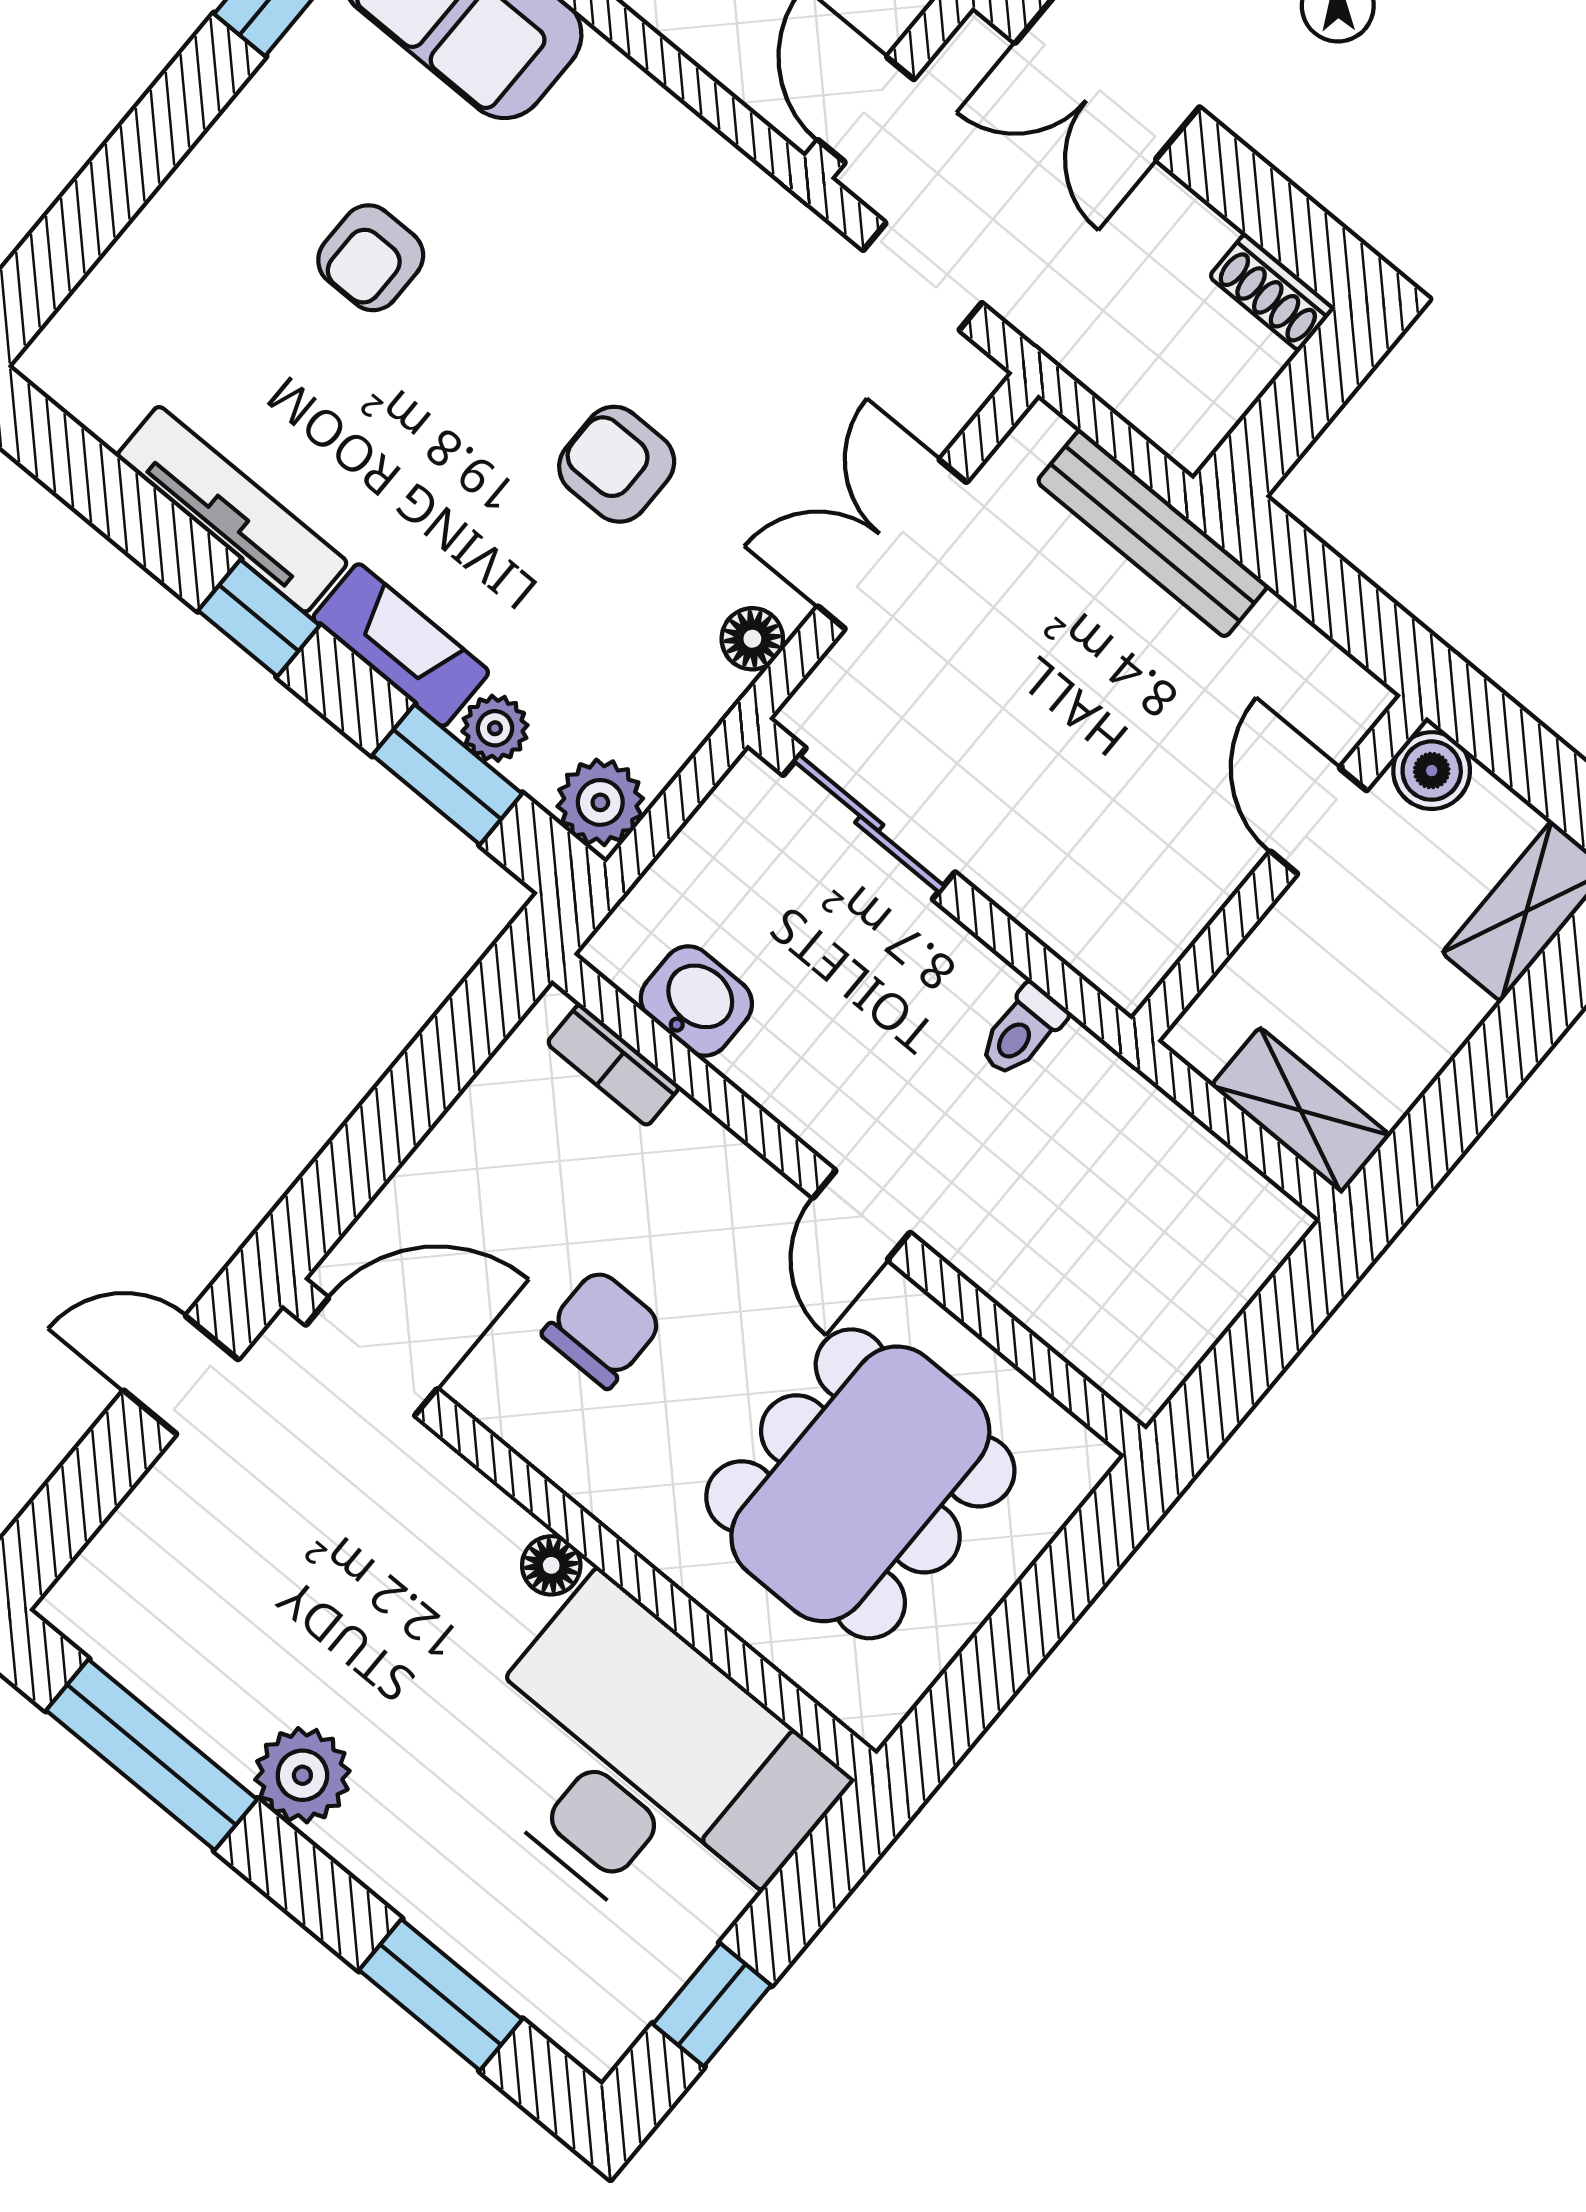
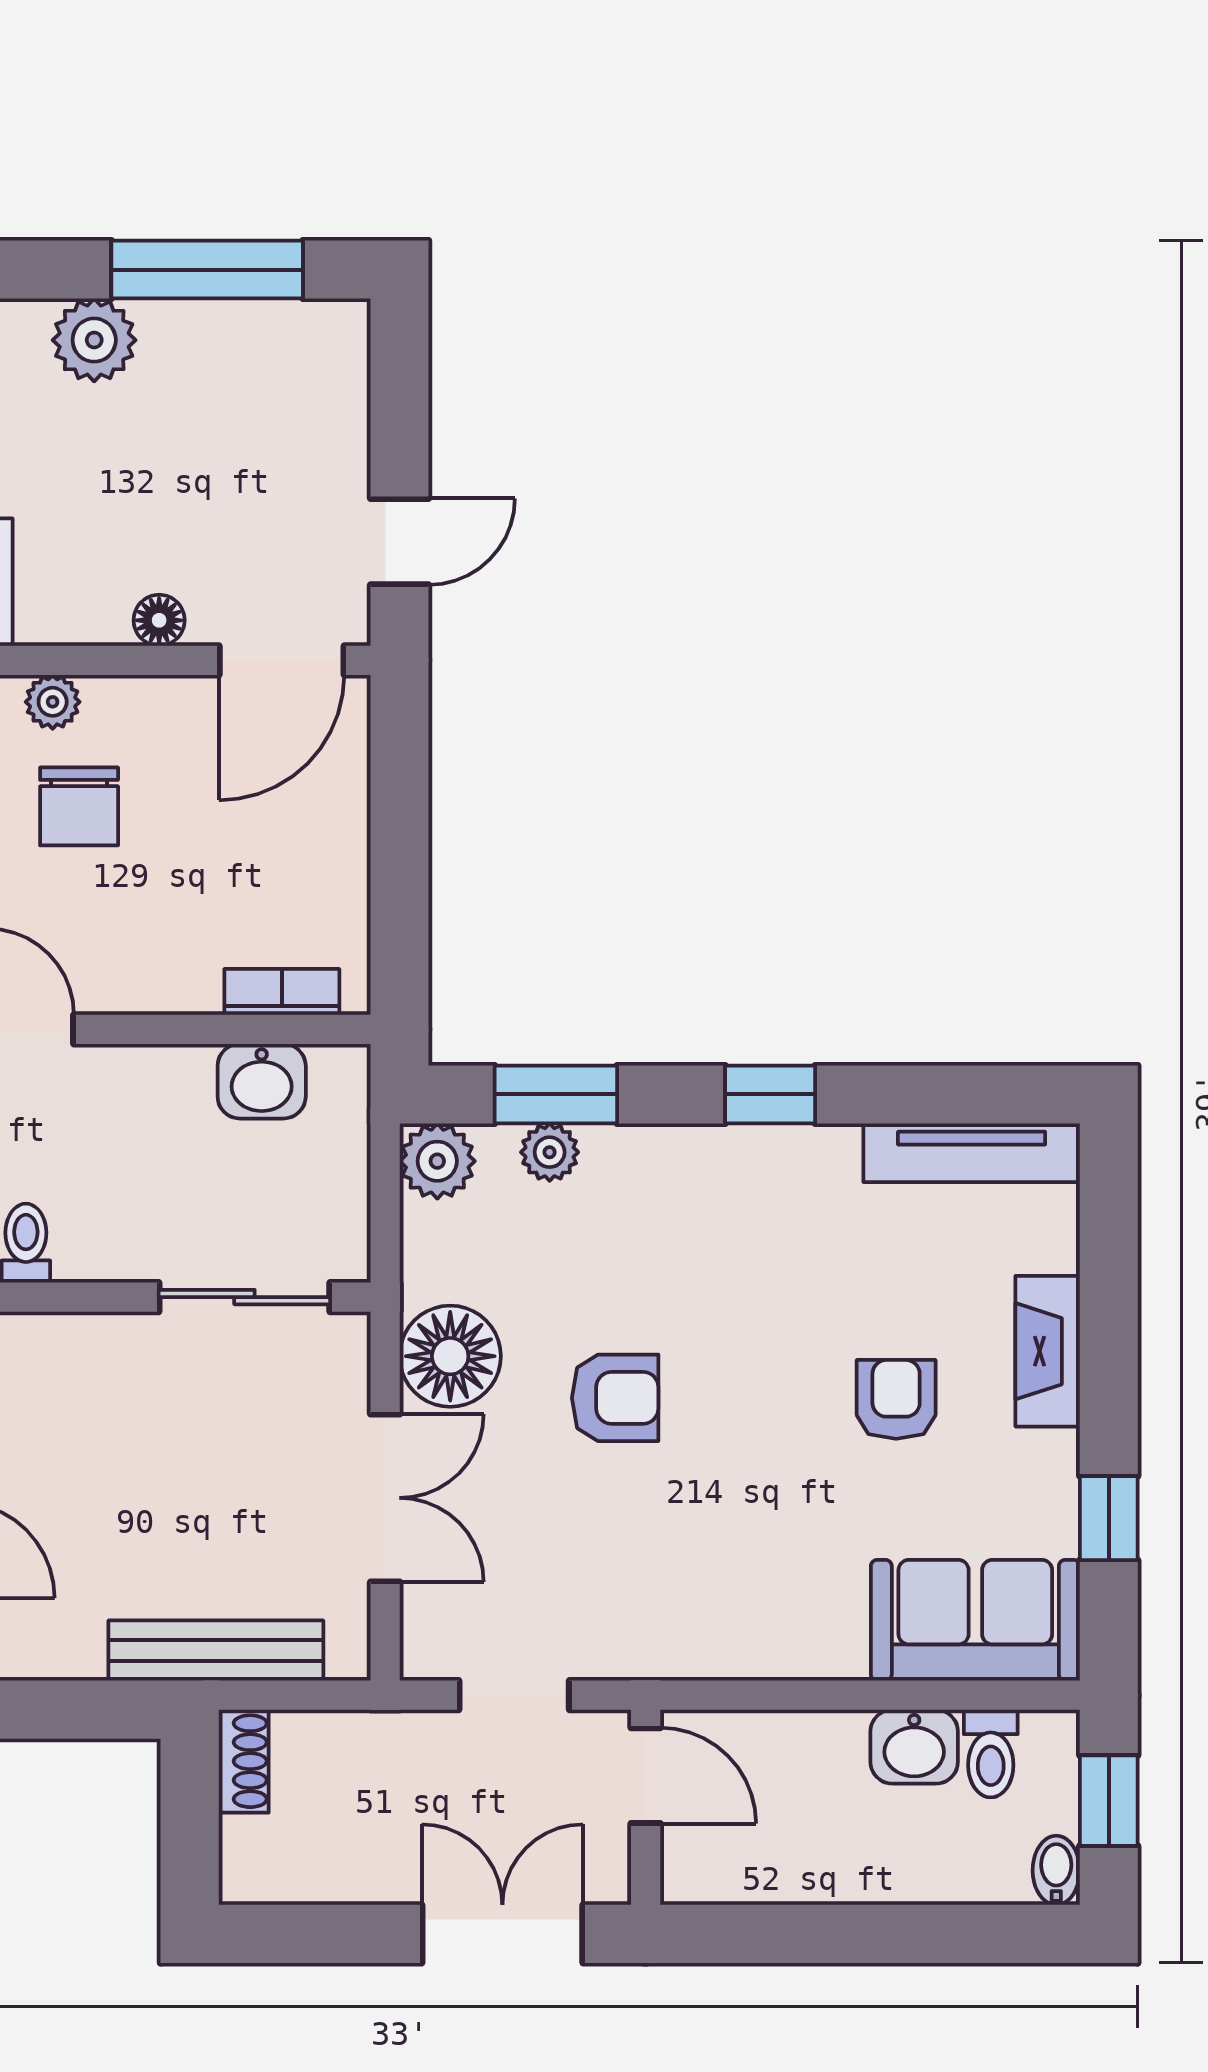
shoe rack: (1272, 292) -> (244, 1761), moved, turned 90
tv unit: (232, 509) -> (972, 1153), moved
floor lamp: (752, 639) -> (450, 1356), width x1.89, depth x1.89
fireplace: (401, 645) -> (1048, 1351), moved, turned 90
chair: (602, 1329) -> (79, 806), moved
plant: (603, 1487) -> (53, 702), added
floor lamp: (551, 1565) -> (159, 620), moved

